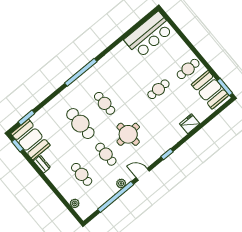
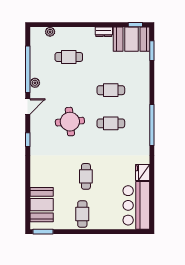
booth: (210, 90) -> (42, 205), moved, turned 90
cafe table: (80, 124) -> (111, 90), width x0.73, depth x0.74
fridge: (190, 124) -> (143, 172), moved, turned 180
cafe table: (106, 154) -> (69, 90), removed

